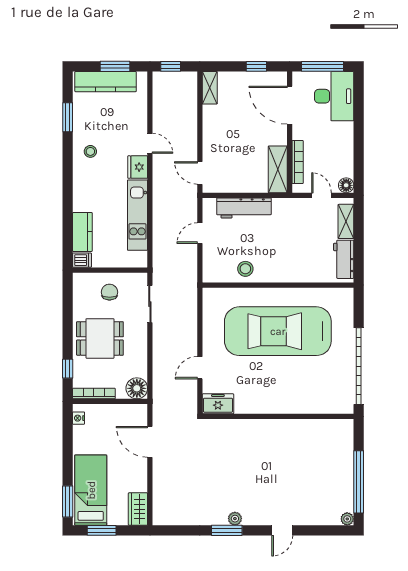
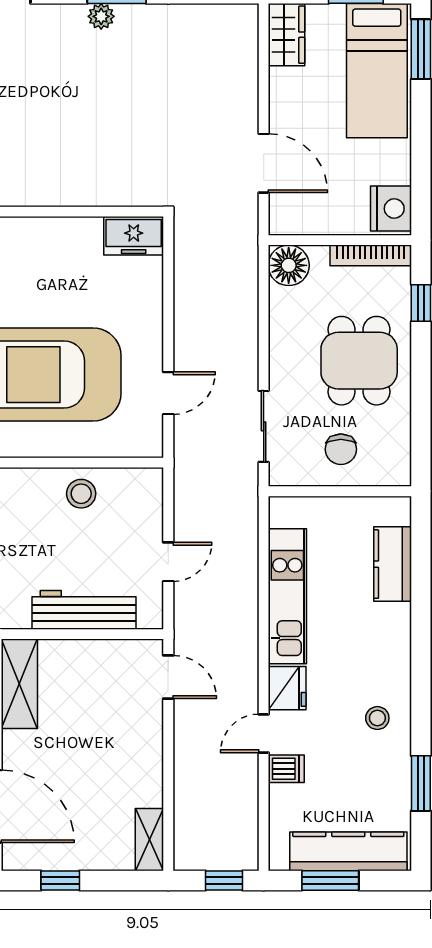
door: (150, 143) -> (264, 734), hinge flipped
dishwasher: (82, 260) -> (286, 769), moved, turned 180
dining table: (100, 338) -> (359, 361), turned 90
door: (200, 368) -> (168, 393), moved
nightstand: (79, 418) -> (391, 209), width x1.89, depth x1.79

